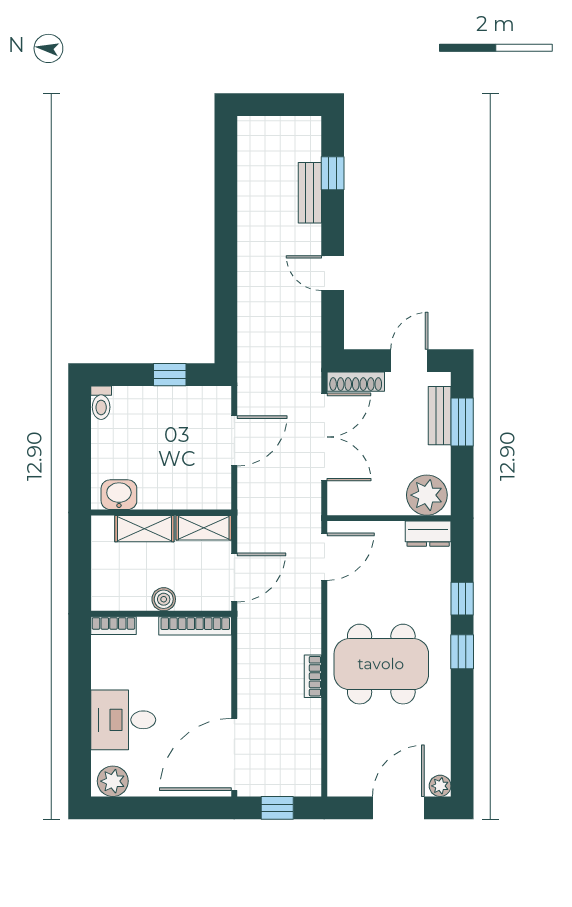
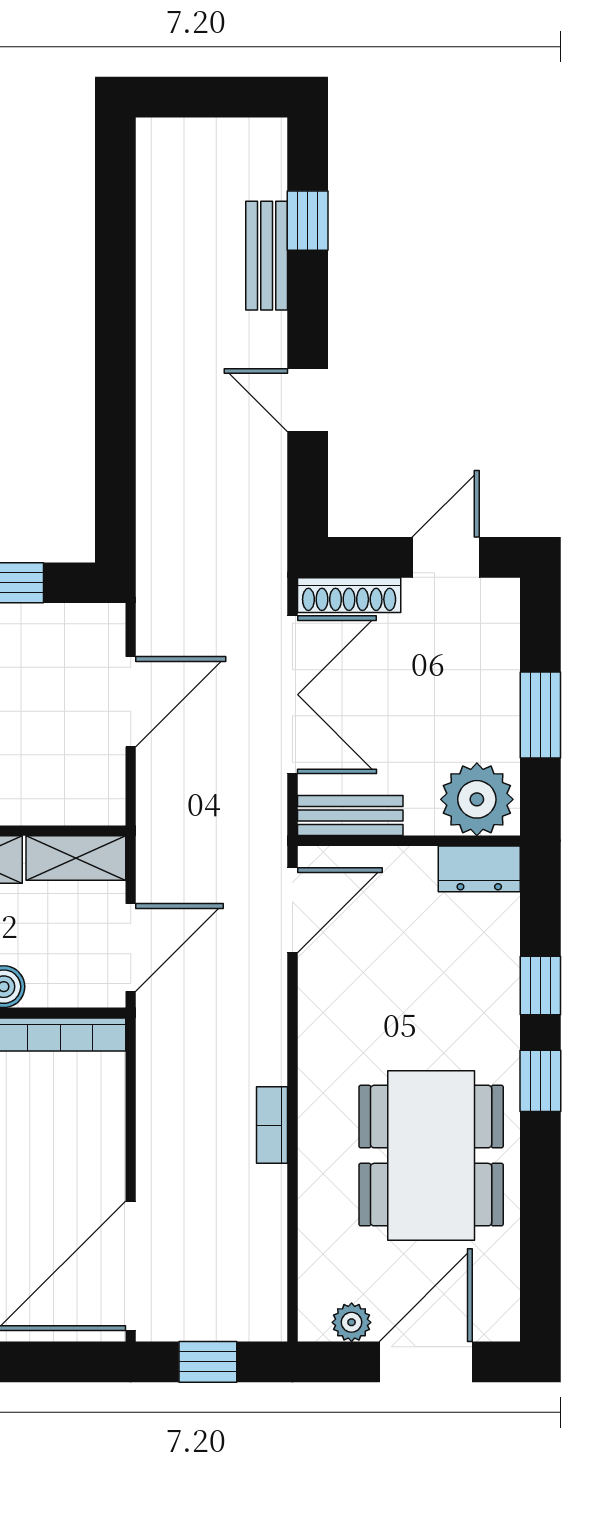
bench: (440, 416) -> (350, 816), moved, turned 90
window: (462, 422) -> (540, 715), moved
dining table: (381, 664) -> (431, 1156), moved, turned 90
plant: (440, 786) -> (352, 1322), moved

